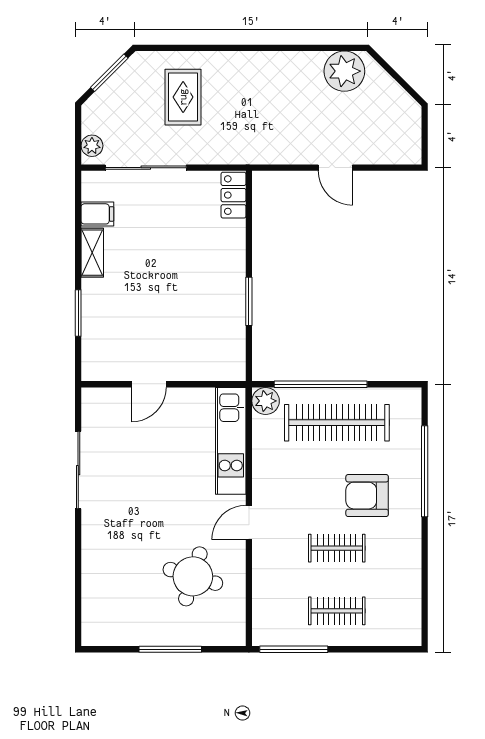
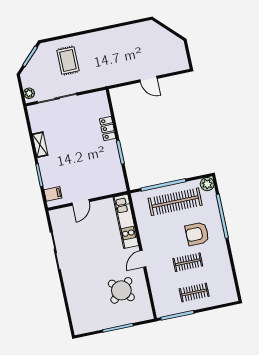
plant: (344, 71) -> (143, 32), removed
locker: (233, 195) -> (108, 129), moved
filing cabinet: (97, 214) -> (53, 194), moved
plant: (266, 401) -> (207, 184), moved
round table: (193, 576) -> (121, 290), turned 31

